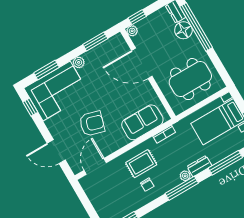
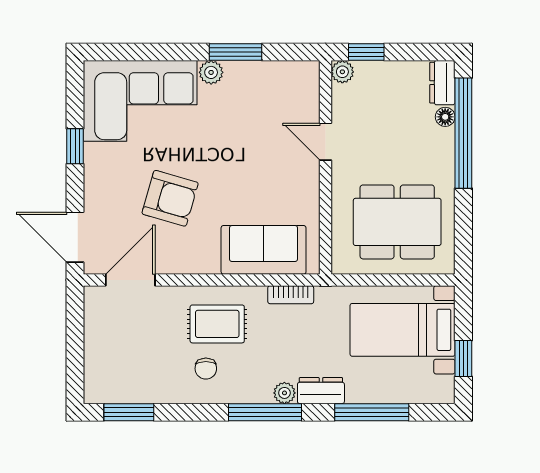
floor lamp: (183, 30) -> (445, 117), width x0.53, depth x0.53
window: (95, 42) -> (235, 52), moved
door: (142, 63) -> (325, 142), width x0.53
window: (47, 70) -> (144, 52), removed
window: (30, 107) -> (75, 146), moved
door: (56, 152) -> (75, 237), moved

